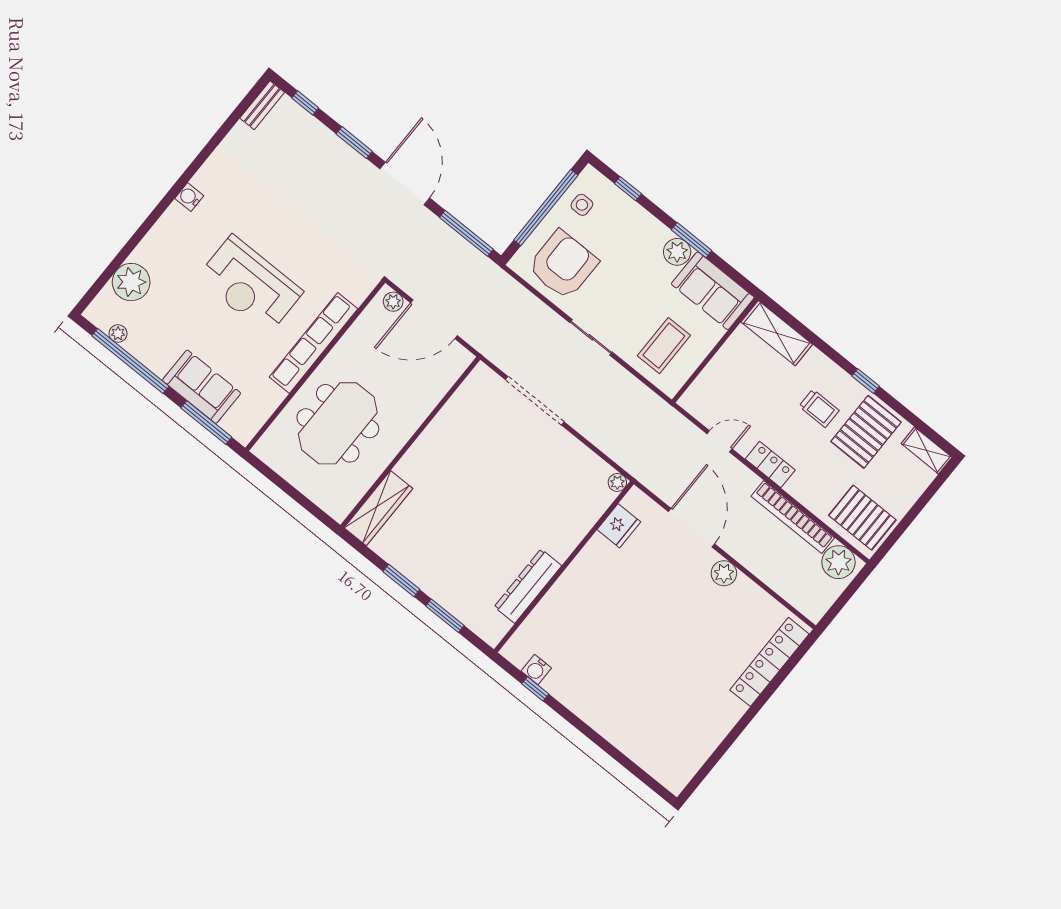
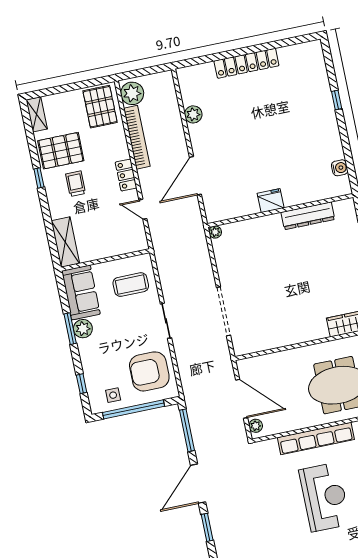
fridge: (619, 526) -> (271, 201), moved
plant: (724, 573) -> (193, 114), moved
locker: (769, 662) -> (246, 63), moved
window: (535, 689) -> (337, 100), moved

